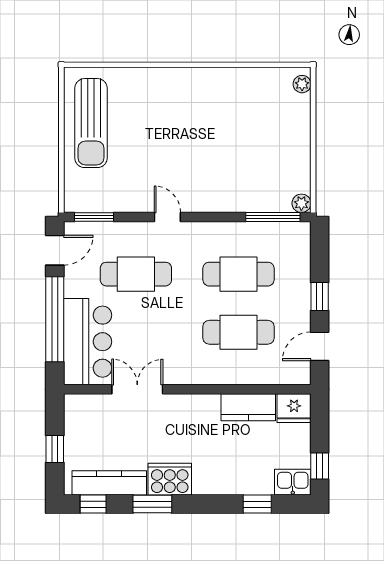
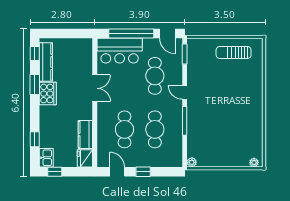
sun lounger: (91, 123) -> (234, 52), width x0.73, depth x0.75
door: (167, 217) -> (185, 92), swing flipped
window: (273, 217) -> (185, 121), moved
double door: (137, 389) -> (95, 88), moved
window: (55, 449) -> (64, 34), removed

